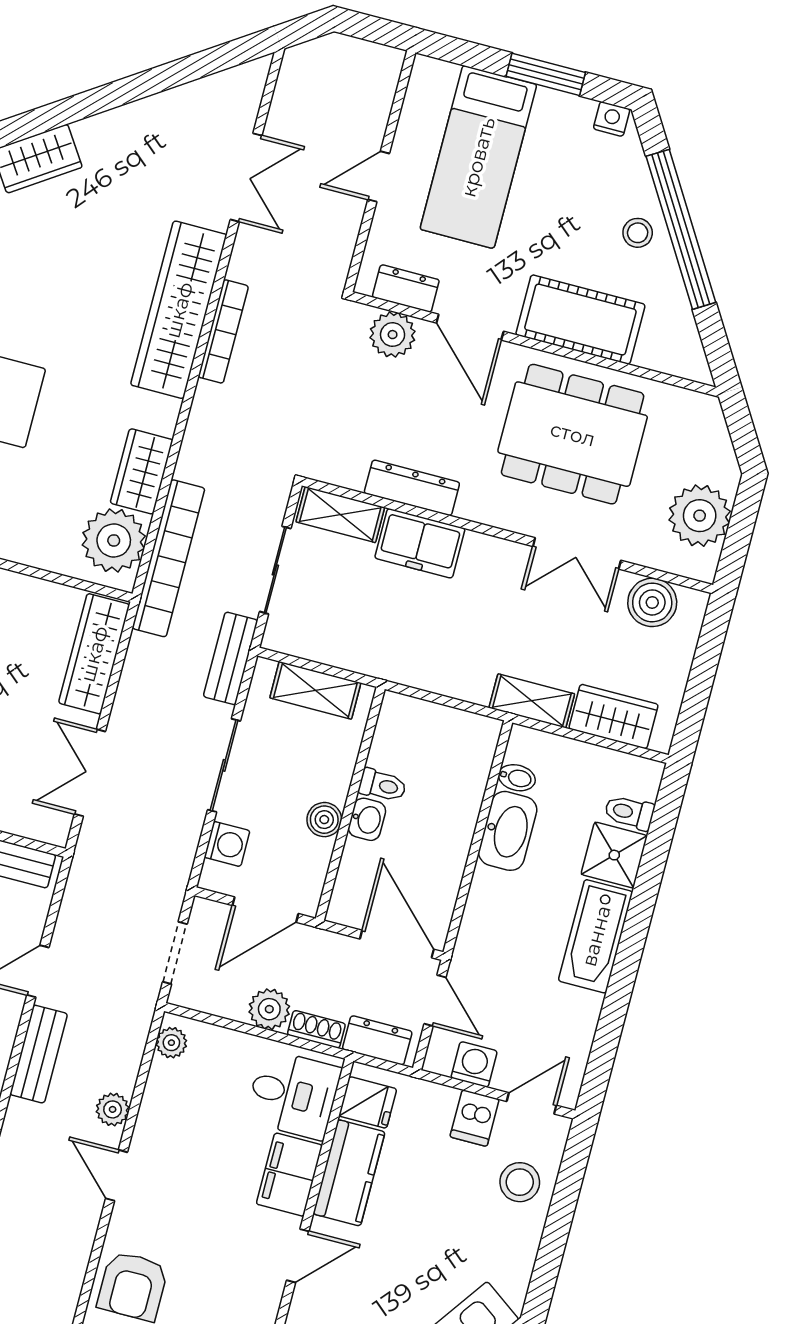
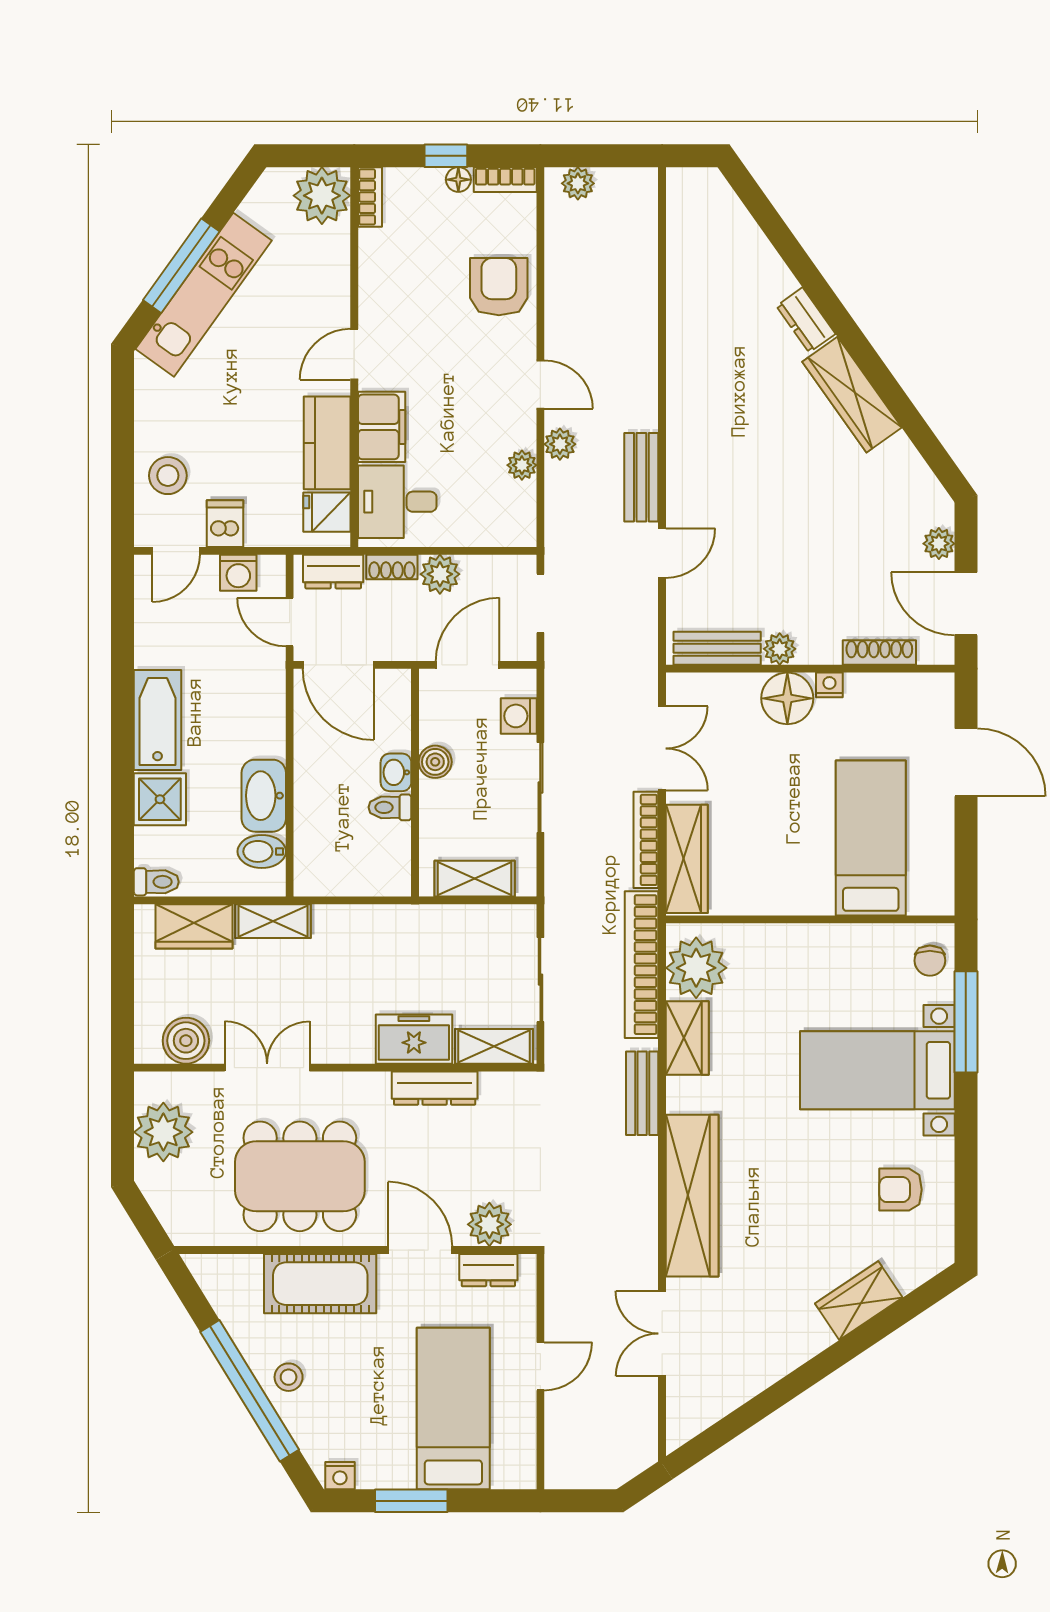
bookcase: (223, 331) -> (646, 840), moved
bench: (231, 658) -> (642, 1093), moved
bidet: (517, 778) -> (262, 851), width x1.38, depth x1.36
toilet: (629, 812) -> (156, 882), moved
plant: (171, 1043) -> (522, 465), moved

